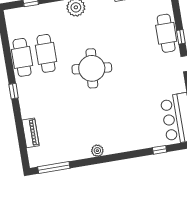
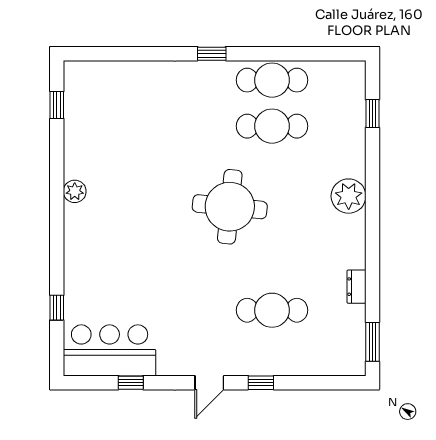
cafe table: (166, 33) -> (272, 310), moved
piano: (30, 133) -> (129, 72), removed
window: (54, 168) -> (57, 105), width x0.46

